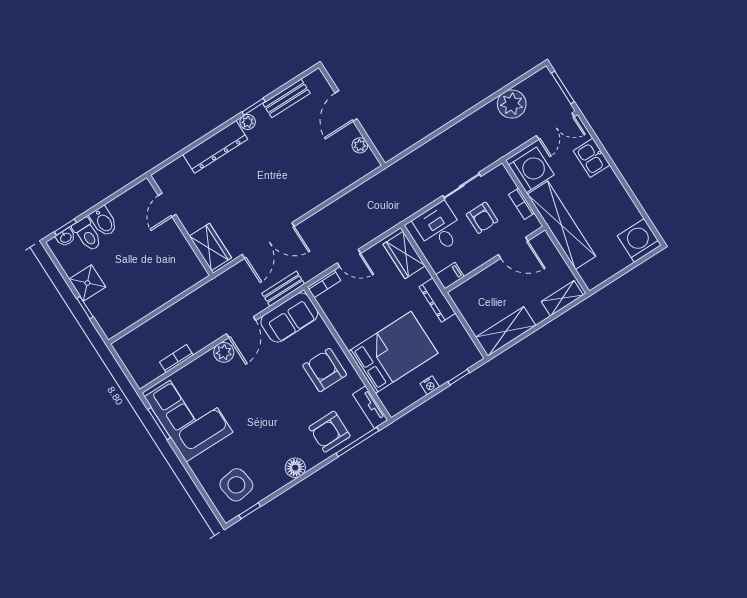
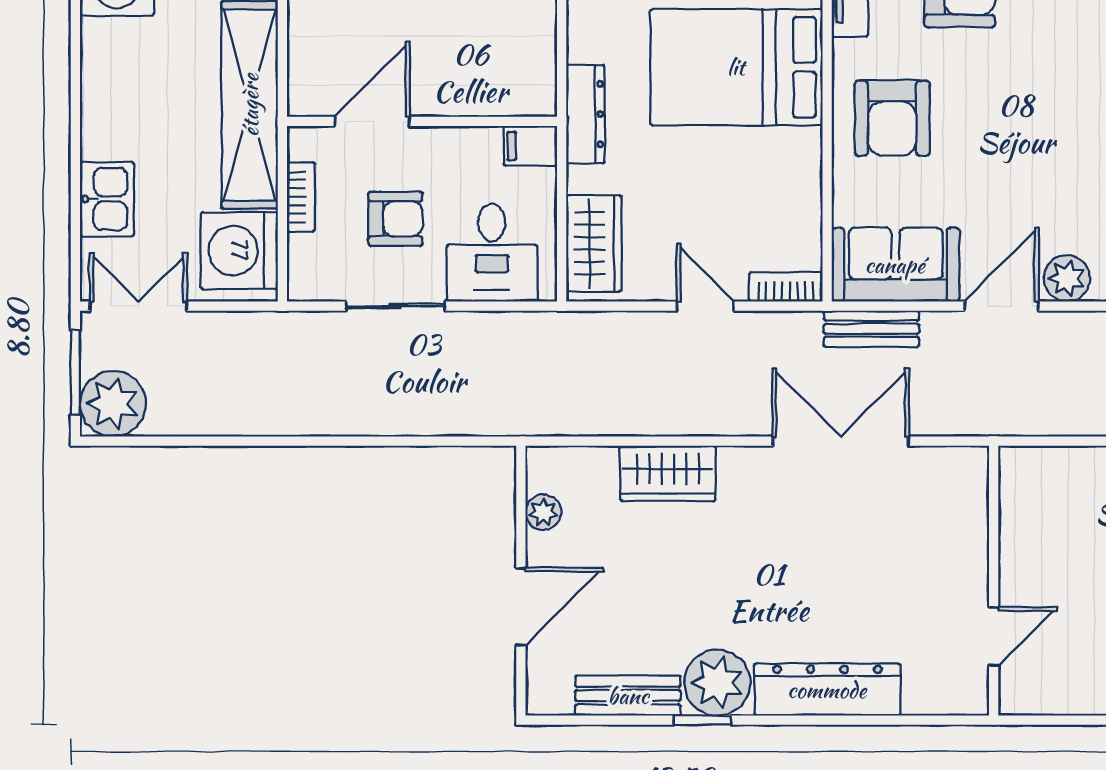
plant: (512, 104) -> (113, 404), moved
plant: (248, 122) -> (717, 683), width x1.87, depth x1.87
armchair: (482, 218) -> (395, 219), turned 90
wardrobe: (210, 247) -> (668, 473), moved, turned -90
door: (513, 248) -> (372, 121), hinge flipped

